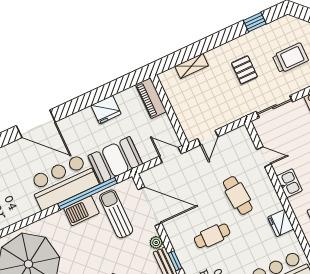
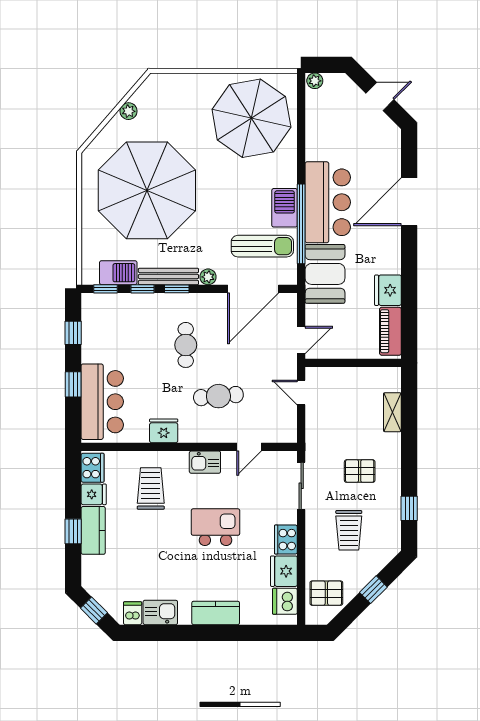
piano: (151, 98) -> (390, 331), moved, turned -90

